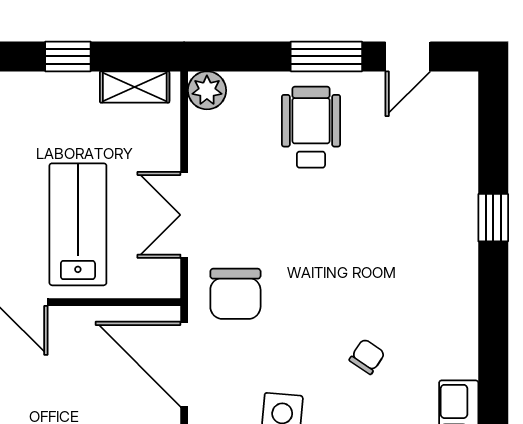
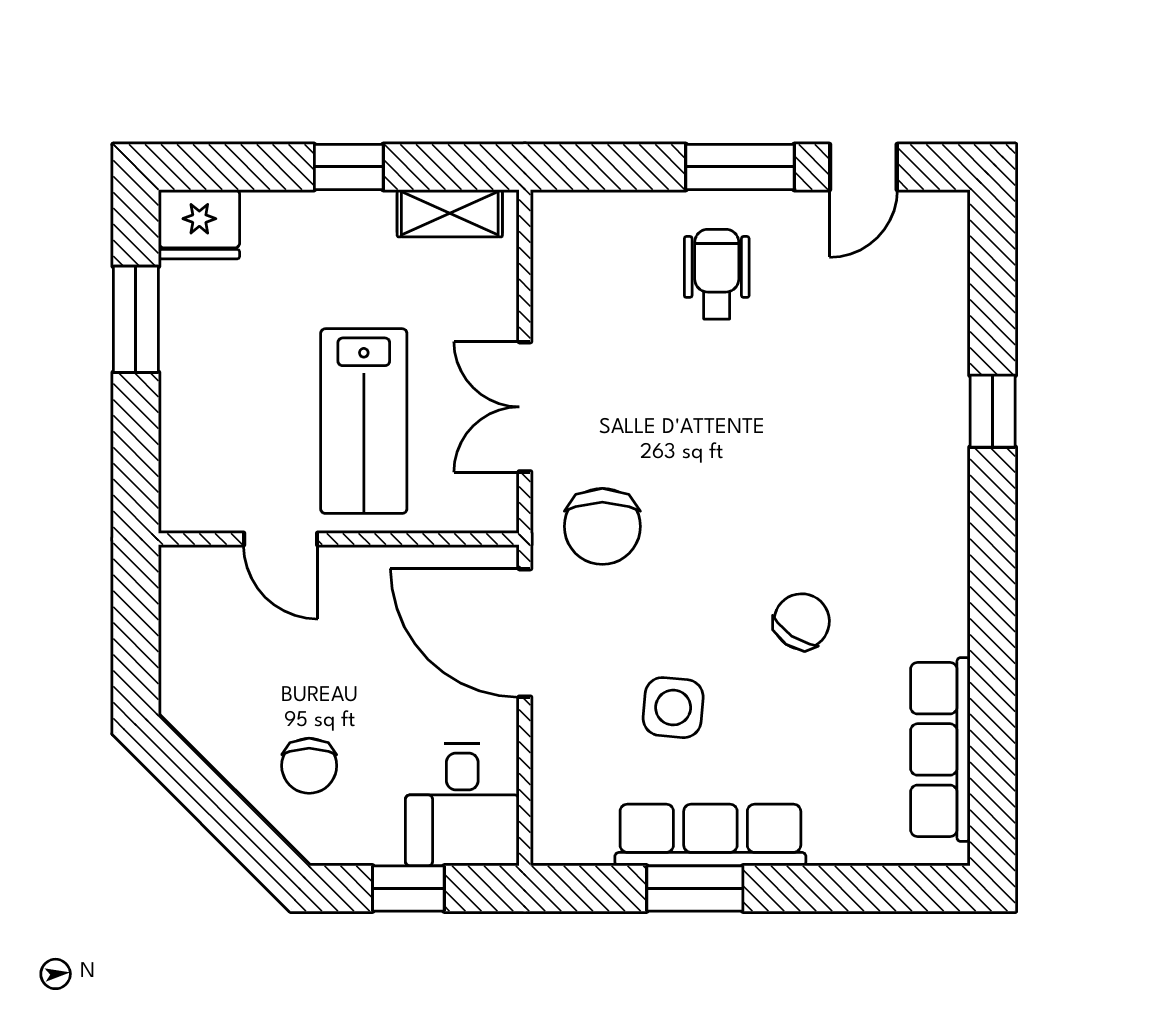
plant: (207, 90) -> (559, 218), removed
wheelchair: (311, 127) -> (717, 274), width x0.73, depth x0.73
lab bench: (78, 224) -> (364, 421), turned 180
chair: (367, 357) -> (802, 621), width x1.37, depth x1.37

